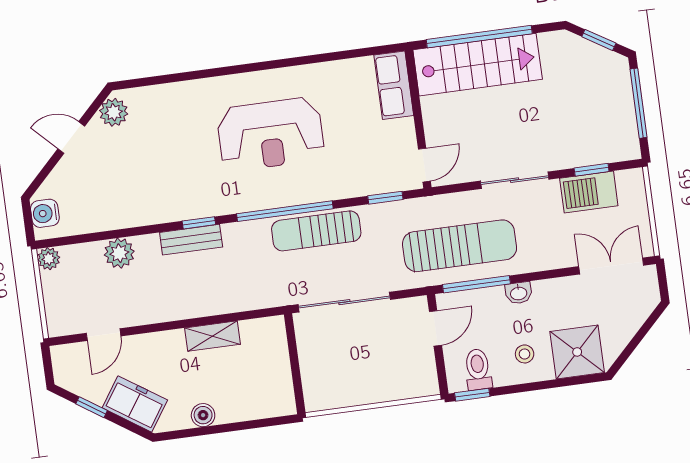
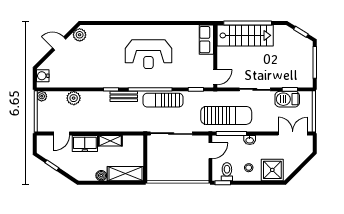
bench: (191, 240) -> (124, 96), moved
freezer: (135, 404) -> (85, 144), moved, turned 146
shelving: (256, 404) -> (125, 174), added

